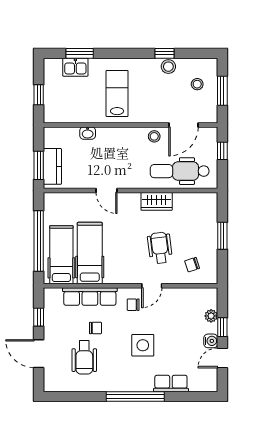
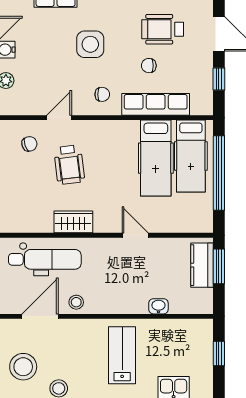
stool: (197, 84) -> (23, 367), width x1.89, depth x1.89
lab bench: (117, 93) -> (122, 355), turned 180
door: (152, 286) -> (59, 118), moved
wheelchair: (84, 357) -> (163, 29), turned -90

